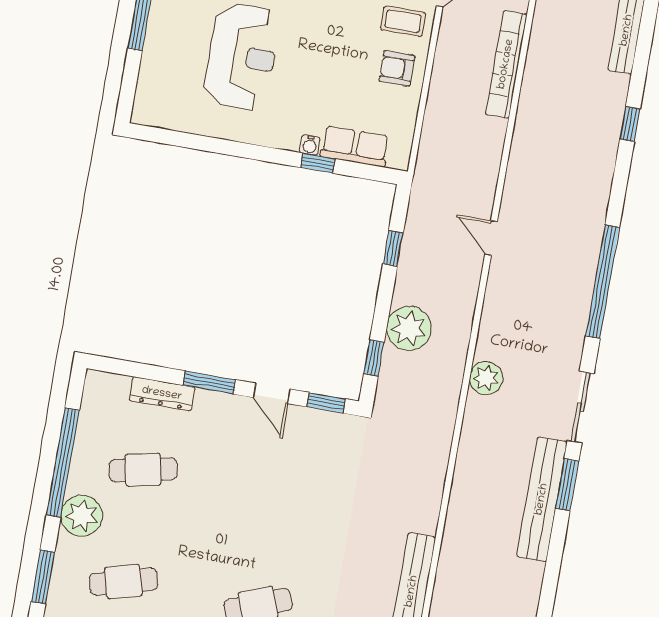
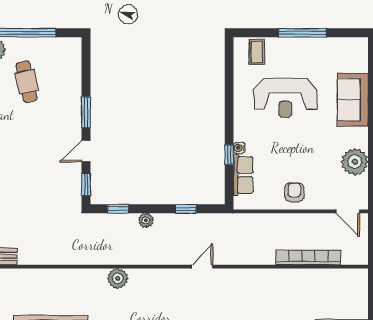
coffee table: (403, 21) -> (257, 52), moved
plant: (409, 328) -> (146, 220), width x0.53, depth x0.53
dresser: (162, 394) -> (74, 85), removed

